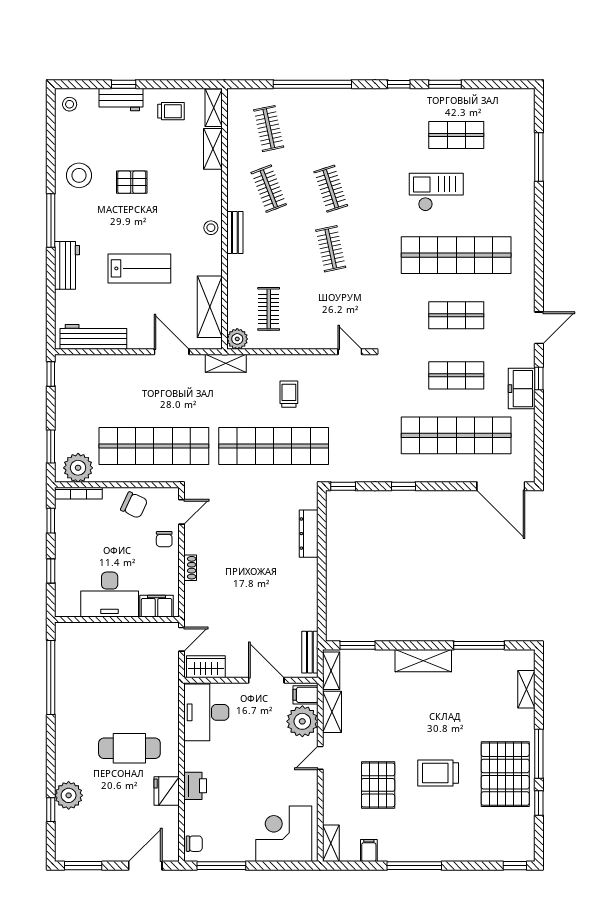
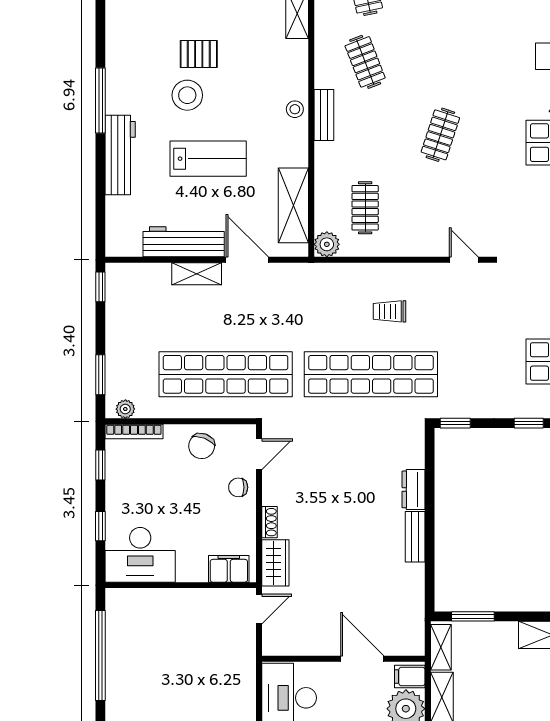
stool: (79, 175) -> (187, 95), moved
clothes rail: (331, 189) -> (440, 62), removed
clothes rail: (331, 249) -> (440, 135), turned 30
workbench: (67, 265) -> (120, 155), width x1.37
workbench: (93, 337) -> (184, 242), moved
shelving: (226, 363) -> (197, 274), moved
trolley: (289, 394) -> (390, 311), turned -90
plant: (78, 468) -> (125, 409), width x0.53, depth x0.53
chair: (134, 505) -> (202, 446), turned 86
dresser: (309, 534) -> (414, 489), width x0.70
chair: (164, 539) -> (238, 487), turned 90
desk: (110, 595) -> (140, 555), moved
bench: (310, 652) -> (415, 537), moved
wardrobe: (206, 667) -> (275, 563), moved, turned 90

